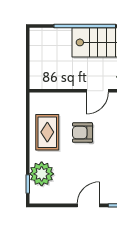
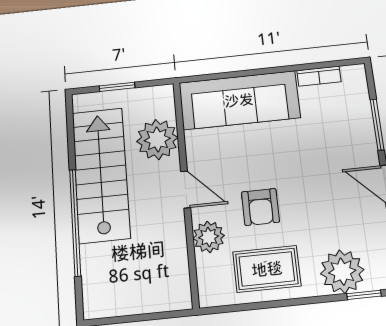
plant: (69, 101) -> (209, 237), added

